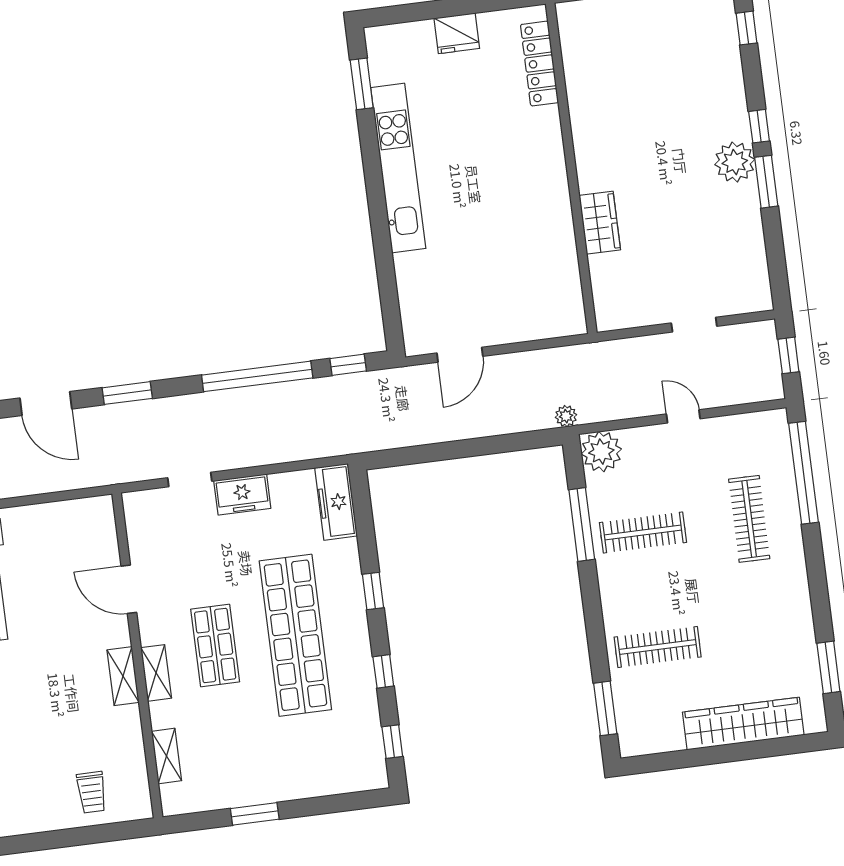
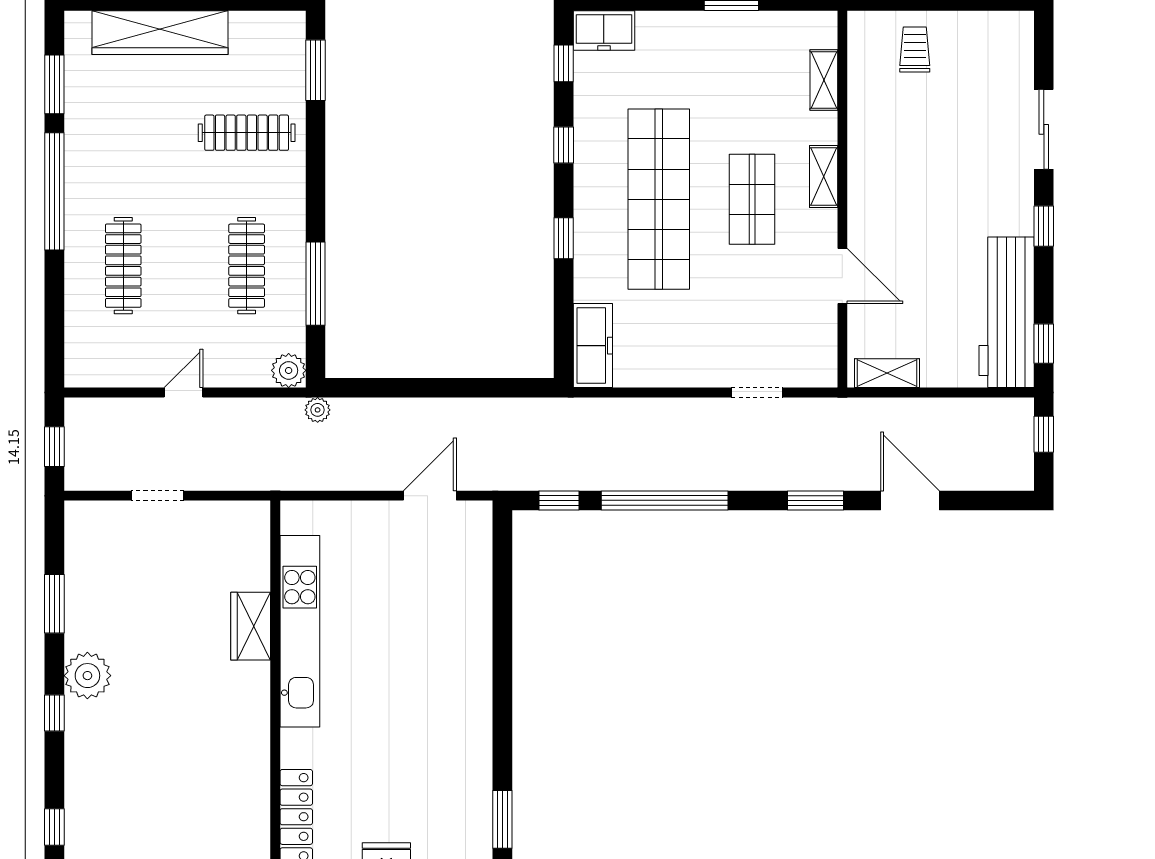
kitchen unit: (398, 168) -> (300, 631), moved, turned 180
window: (766, 182) -> (54, 604), moved
door: (683, 416) -> (184, 393), swing flipped
plant: (601, 452) -> (289, 370), width x0.73, depth x0.73
window: (803, 473) -> (54, 191), moved
freezer: (242, 494) -> (604, 31), moved, turned 180
clothes rail: (643, 533) -> (247, 266), turned 90
shelving: (123, 676) -> (887, 373), moved, turned 90

